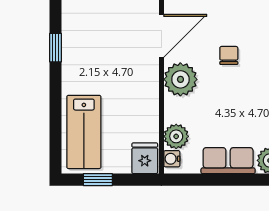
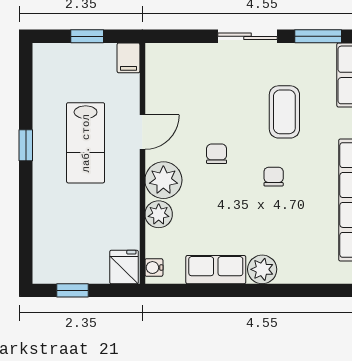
door: (161, 36) -> (142, 132), width x0.73
lab bench: (84, 132) -> (86, 143), moved
plant: (176, 136) -> (159, 214), moved

